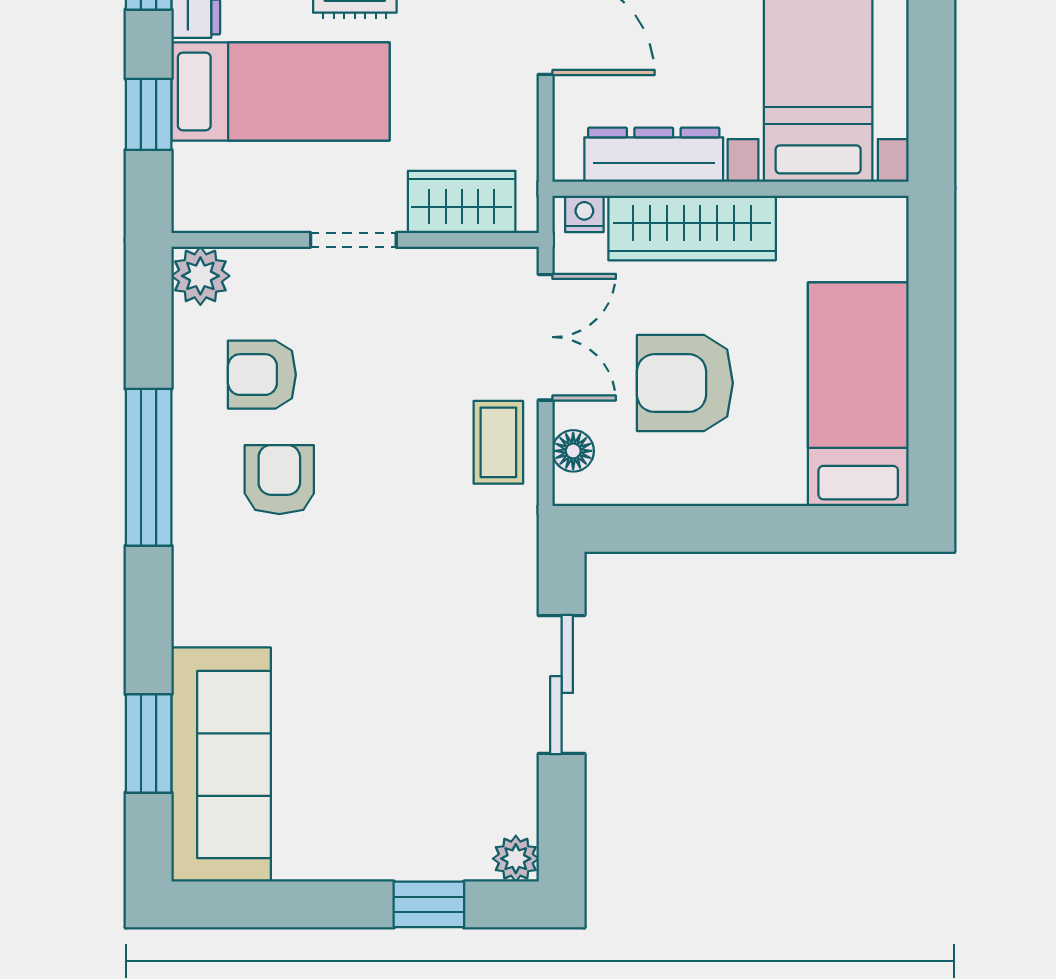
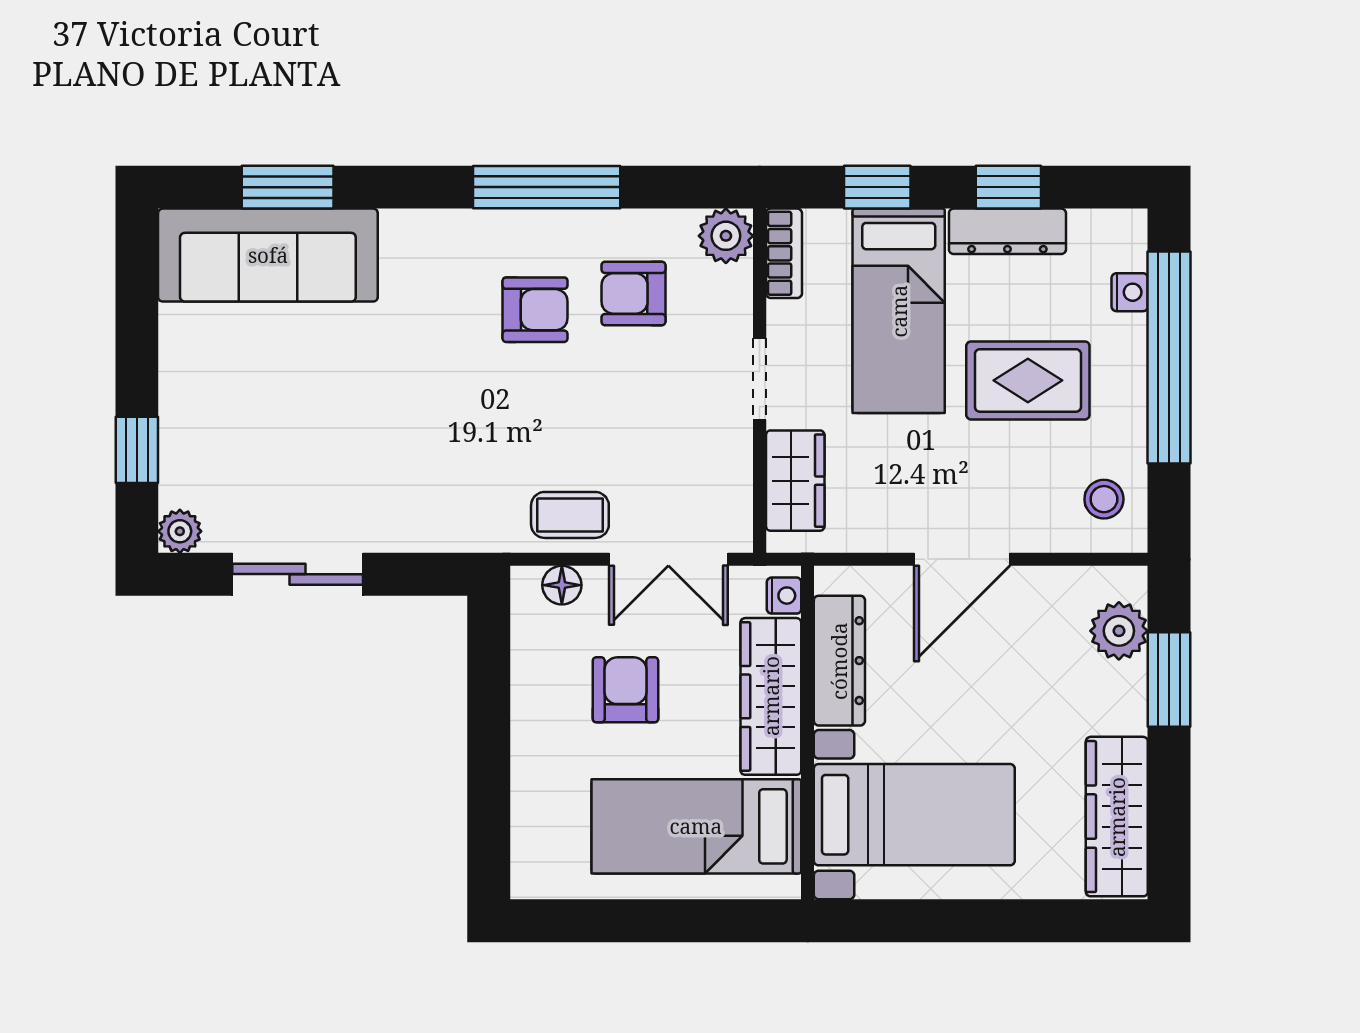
bookcase: (219, 214) -> (784, 253), added
armchair: (262, 375) -> (633, 293), turned -90
armchair: (685, 383) -> (625, 690), width x0.72, depth x0.72
bed: (858, 394) -> (696, 826), moved, turned 180
sliding door: (562, 685) -> (298, 574), moved

